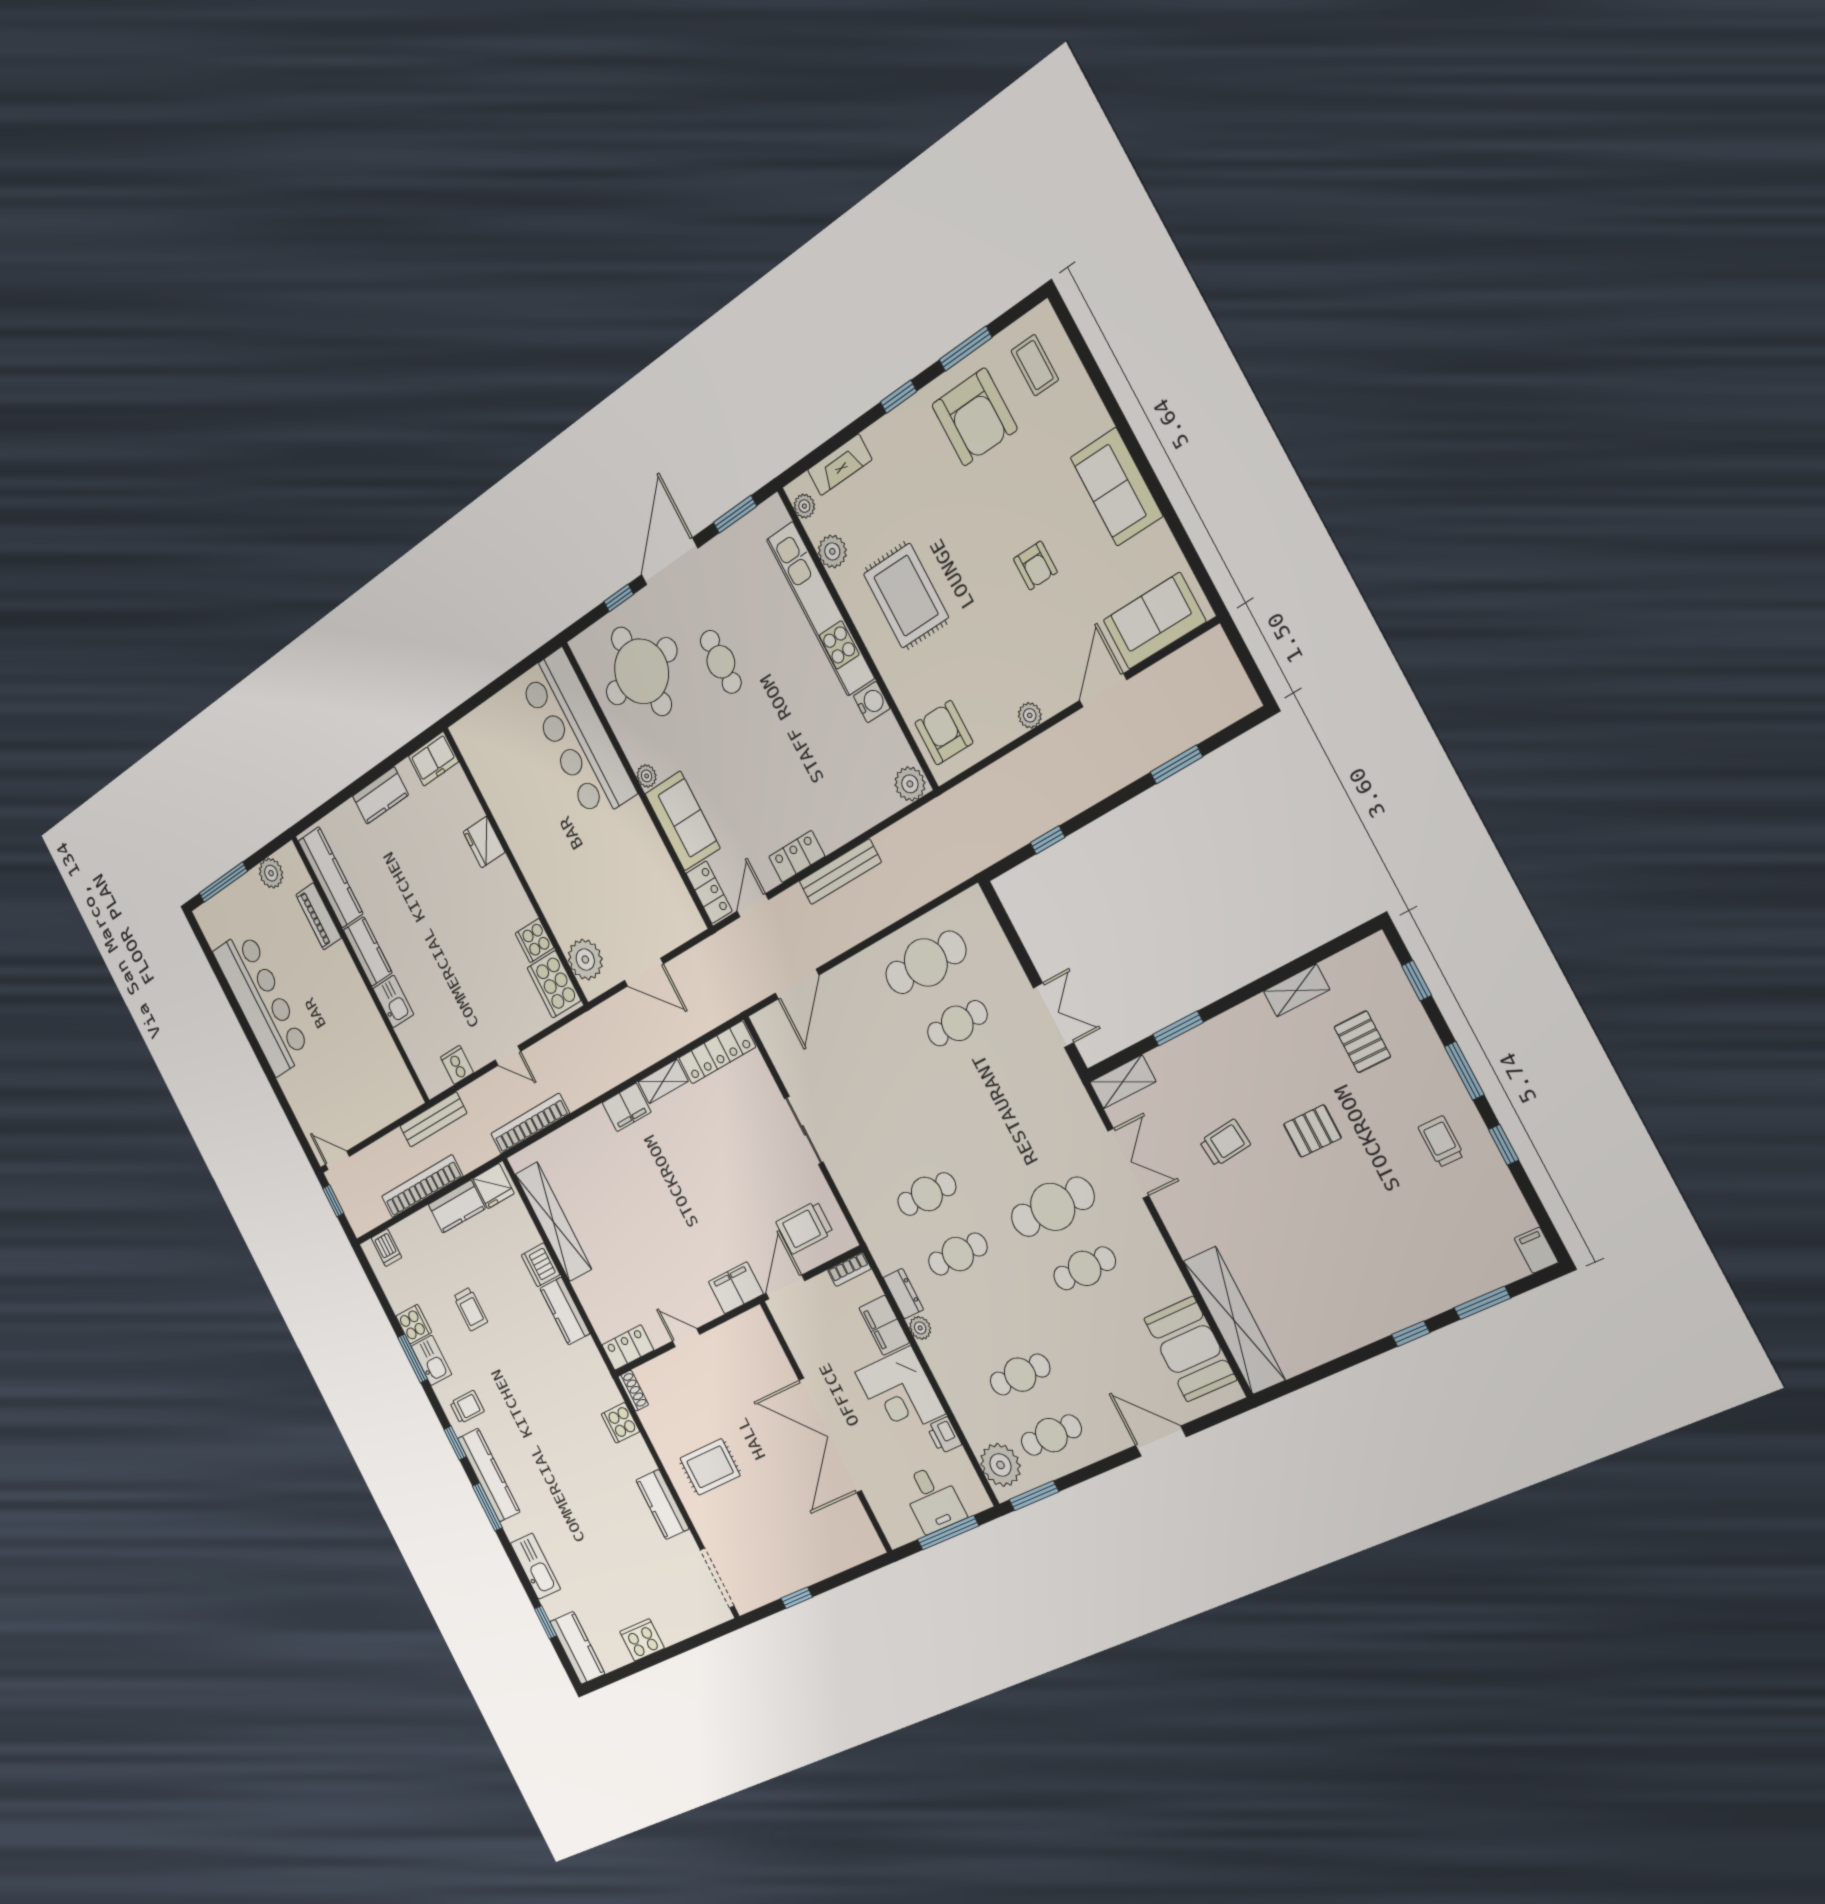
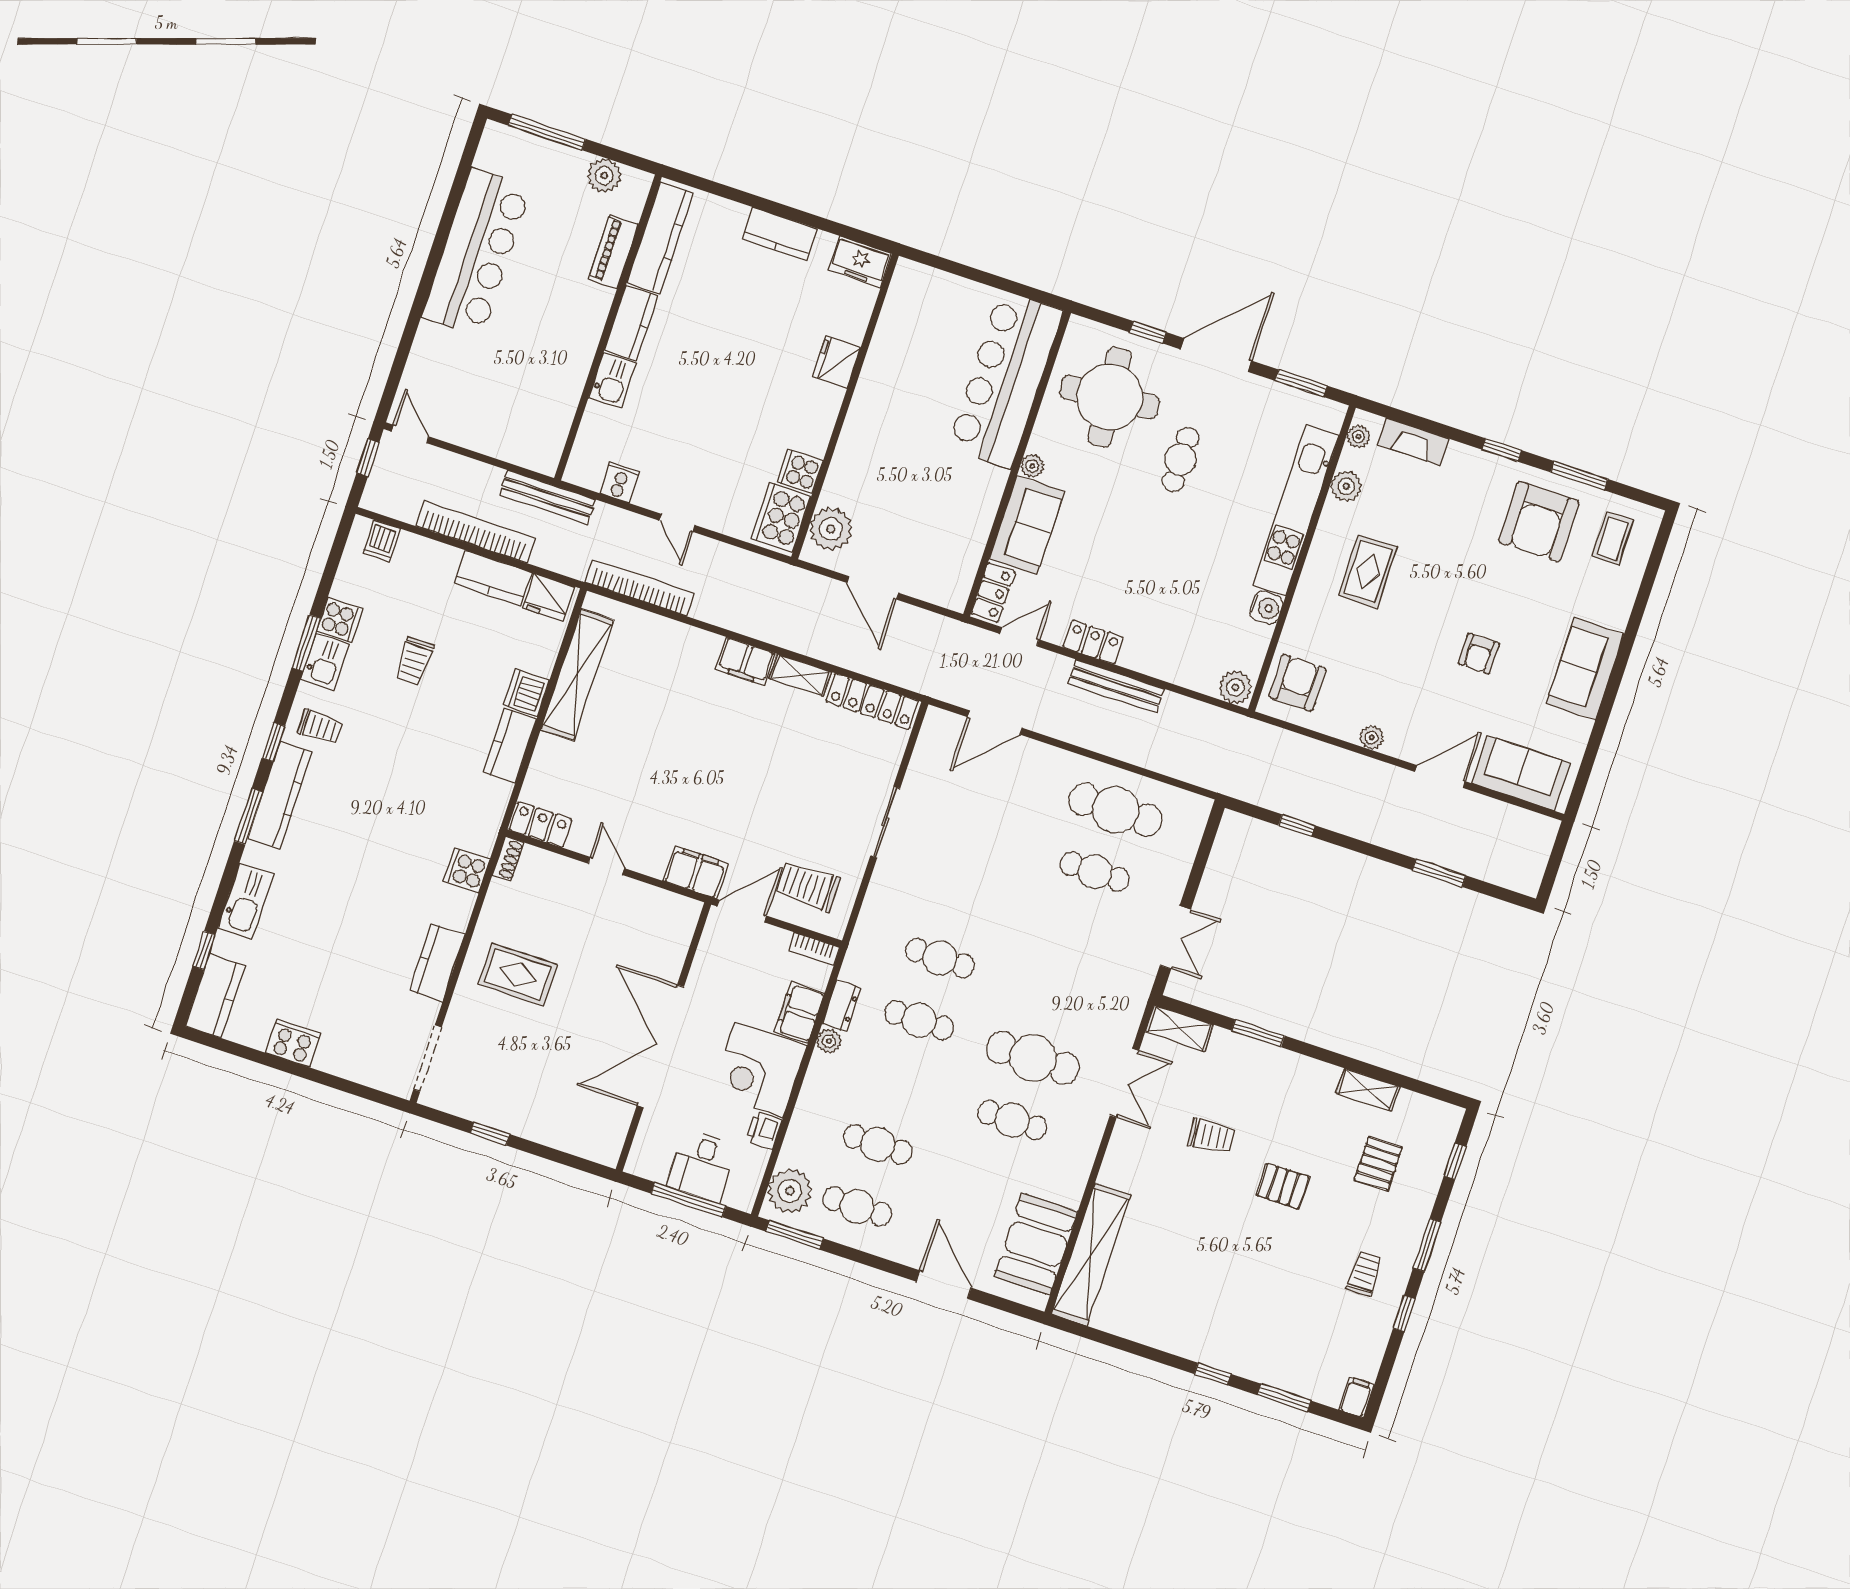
rug: (906, 596) -> (1368, 571), width x0.73, depth x0.70

